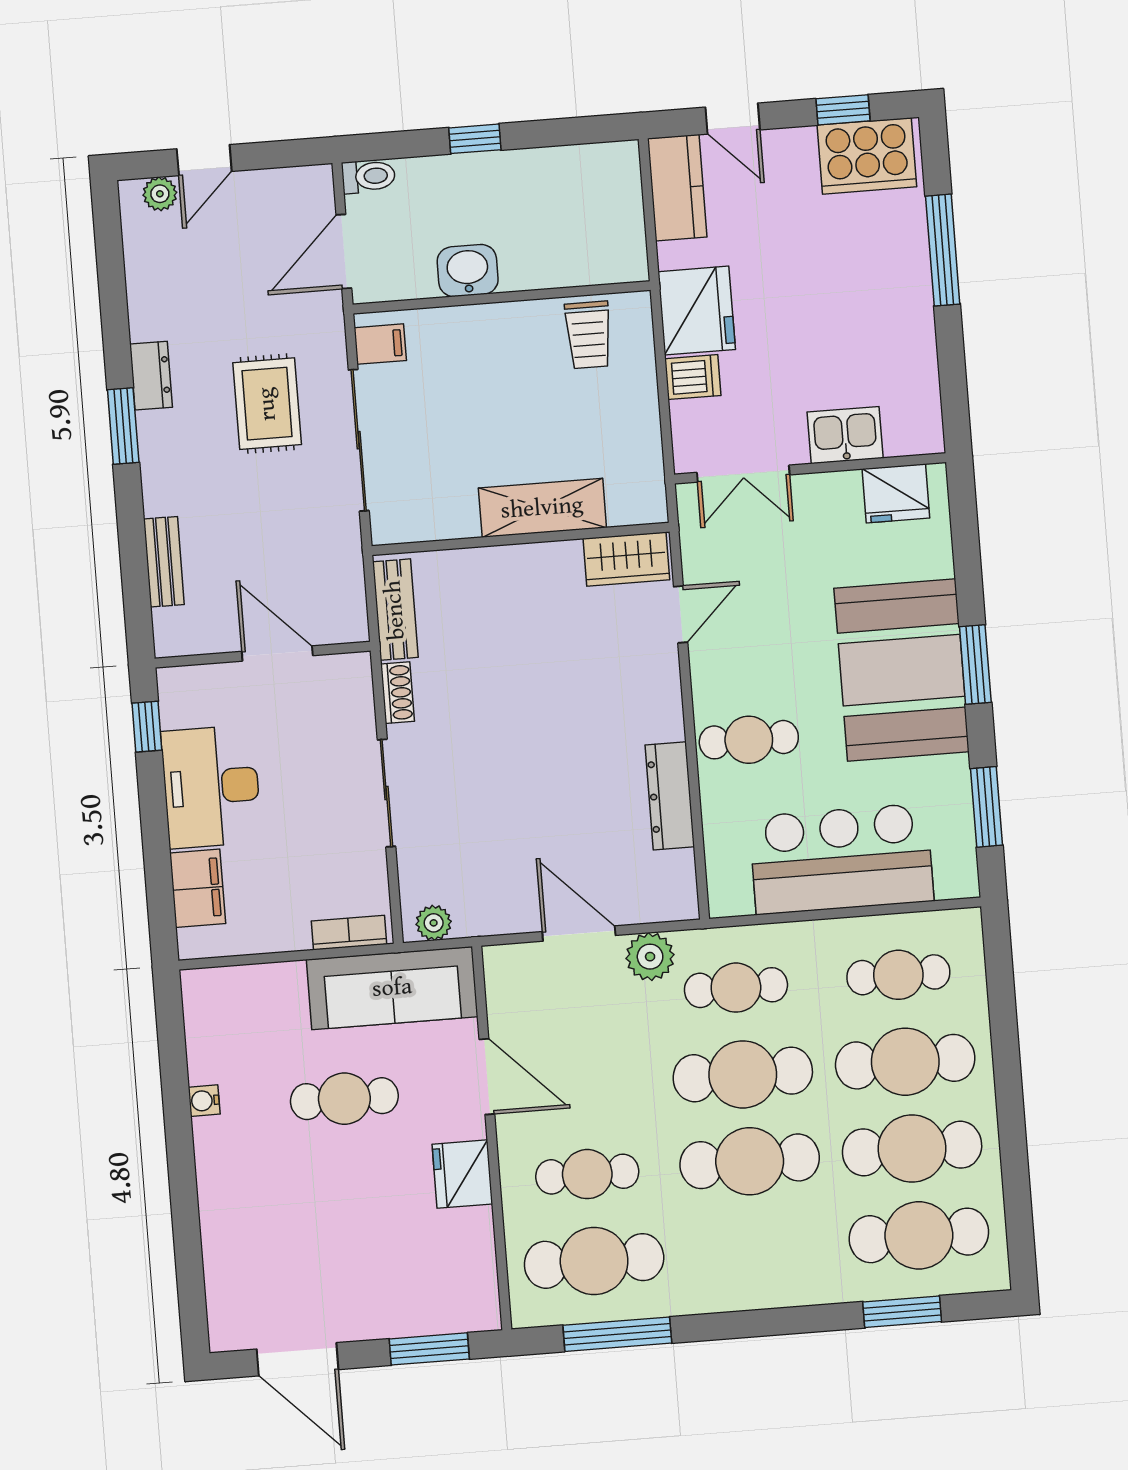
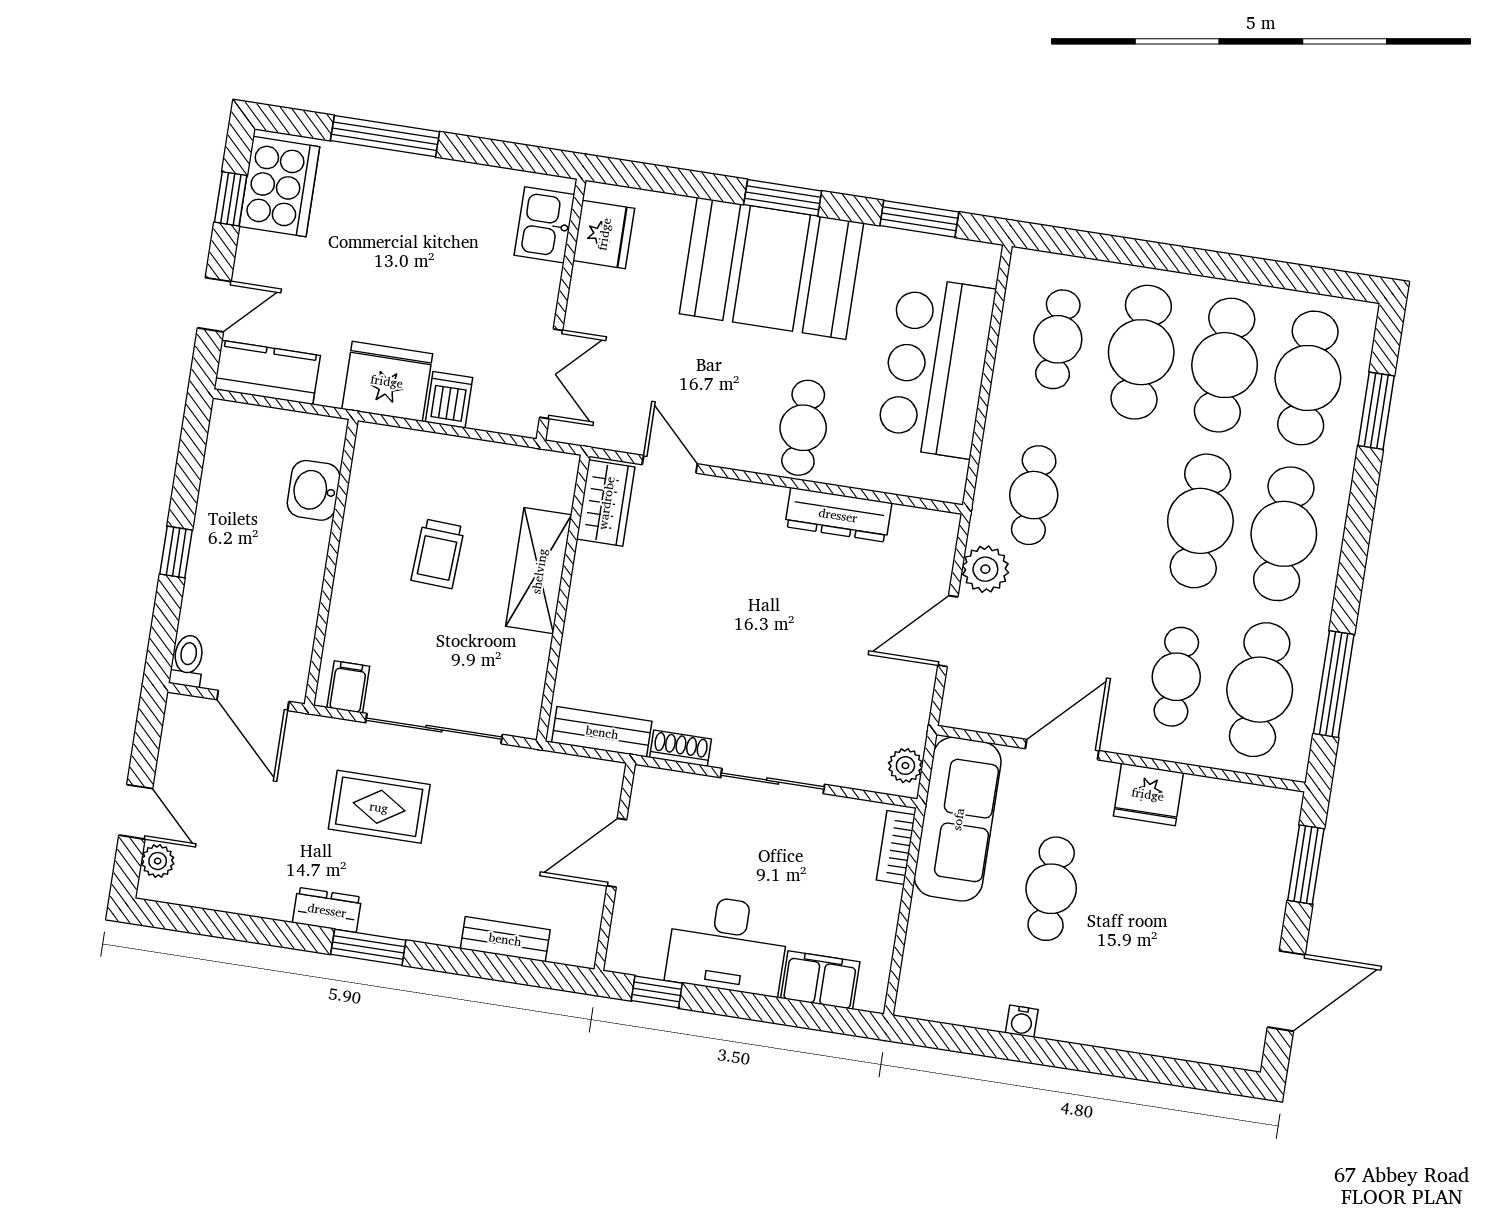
washbasin: (468, 271) -> (314, 490), moved
trolley: (588, 335) -> (438, 554), moved, turned 93
kitchen sink: (845, 435) -> (544, 225), moved
cafe table: (743, 1074) -> (1284, 534), moved

